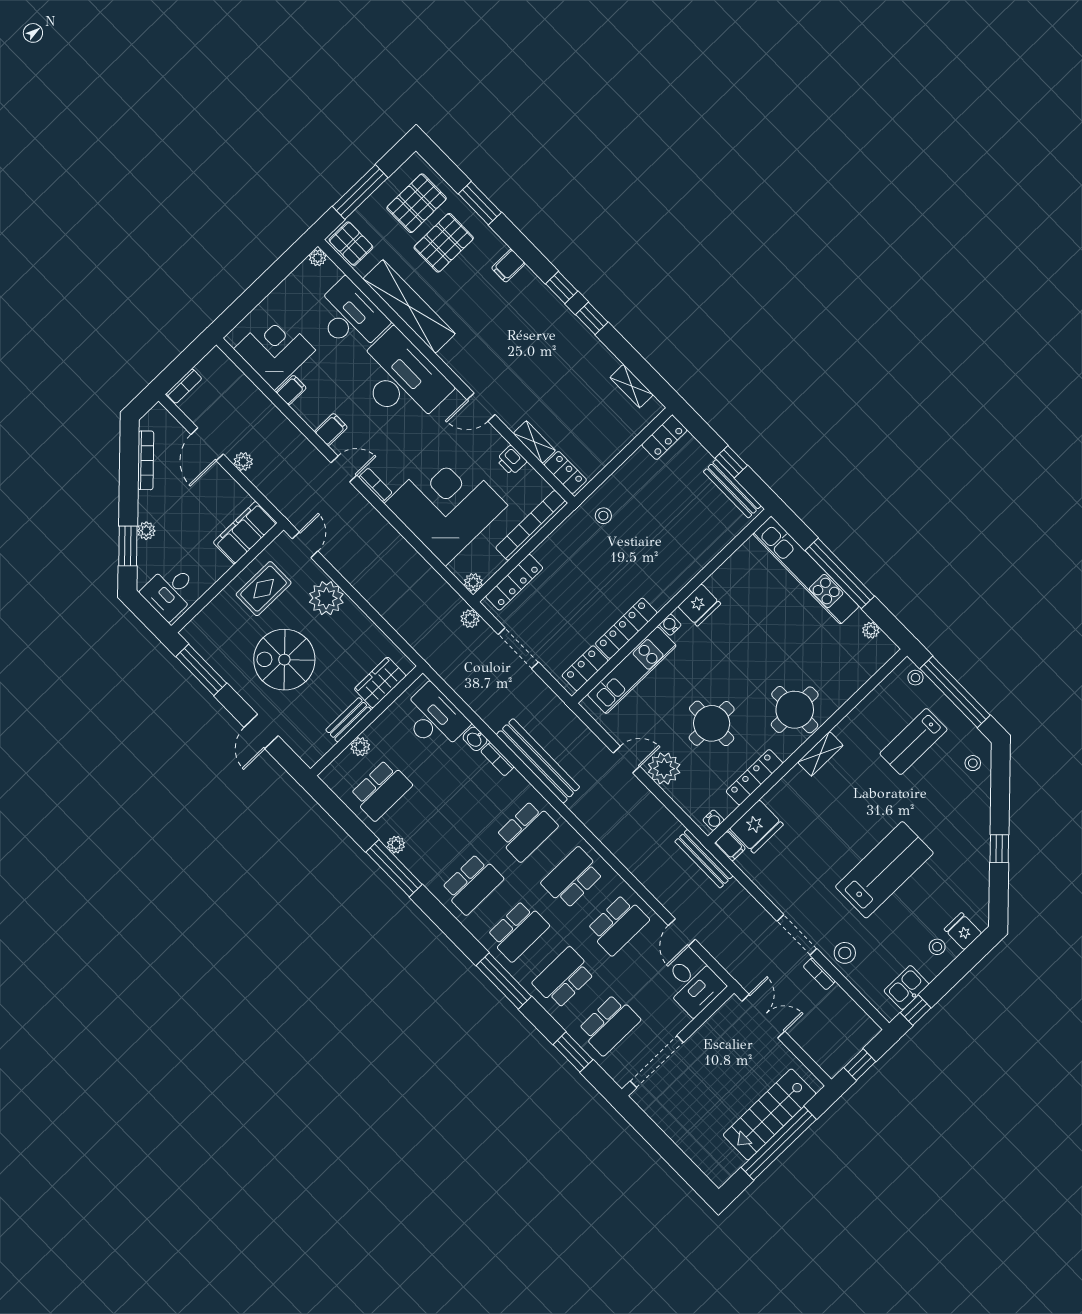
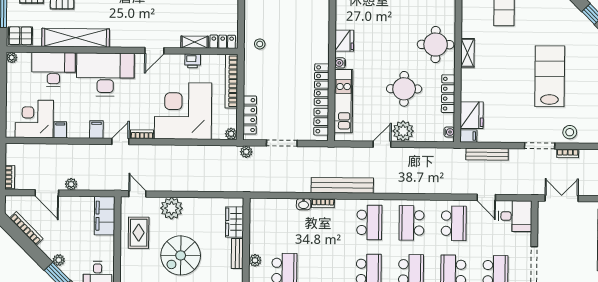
desk: (434, 718) -> (276, 214), removed
bench: (704, 859) -> (487, 154), moved

